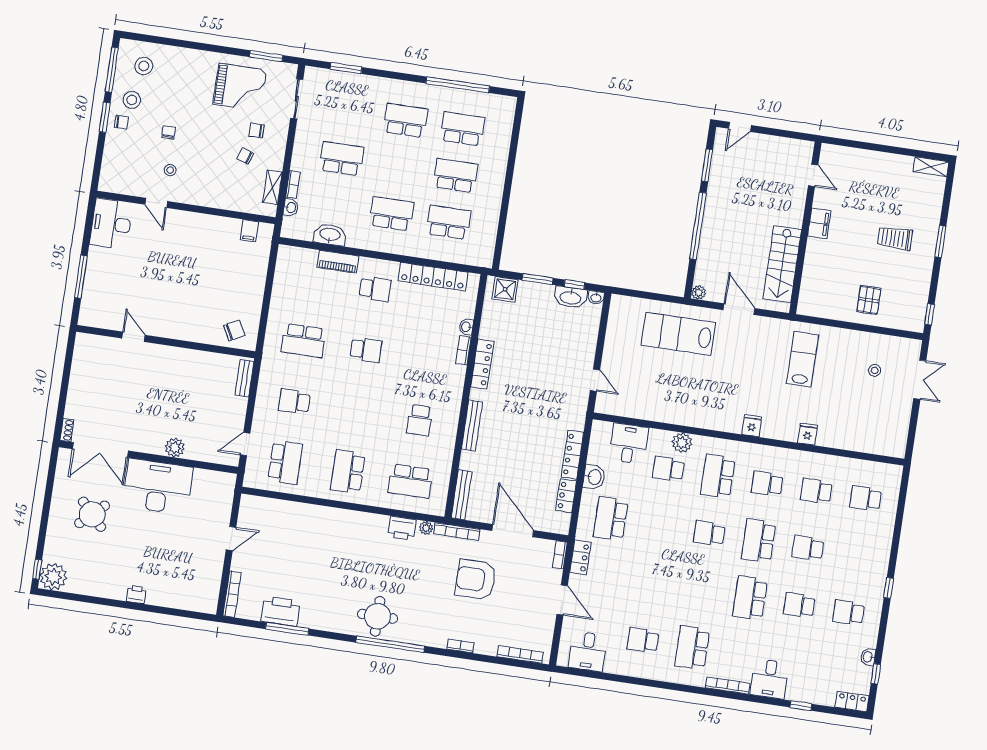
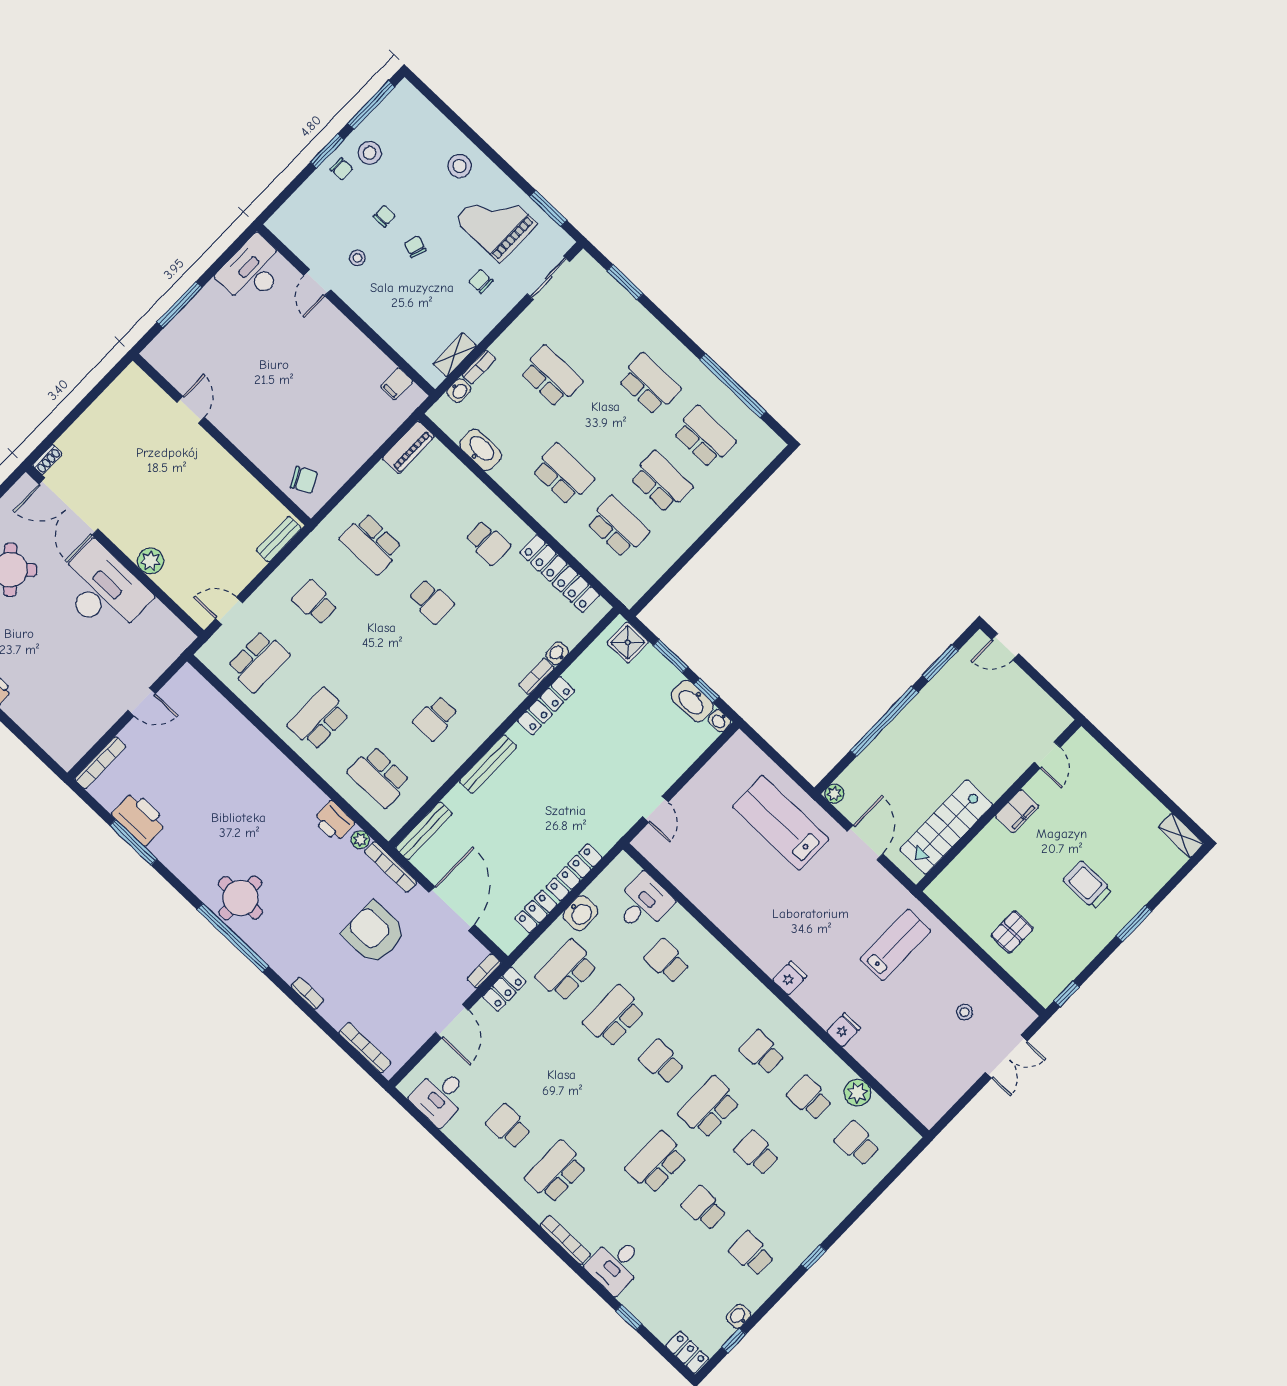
stool: (144, 66) -> (460, 166), moved
grand piano: (240, 87) -> (496, 222), turned 180
chair: (245, 156) -> (415, 247), moved
piano: (338, 262) -> (408, 447), moved, turned -90
plant: (682, 443) -> (857, 1093), moved
school desk: (718, 476) -> (614, 1016), moved

